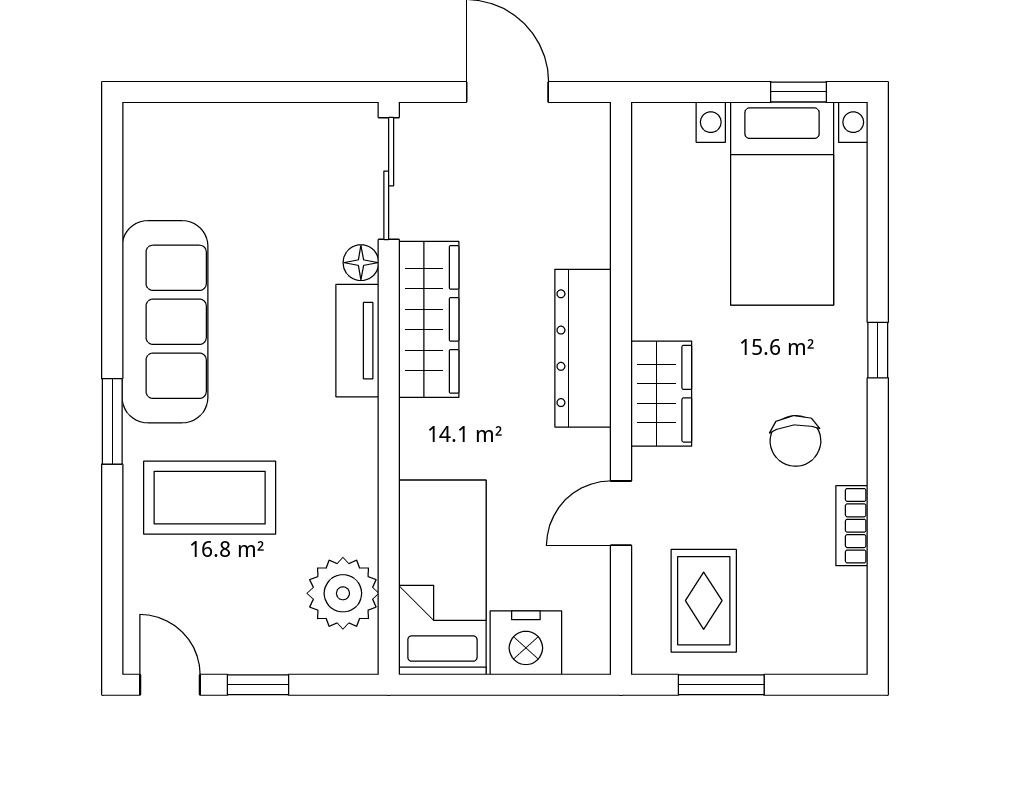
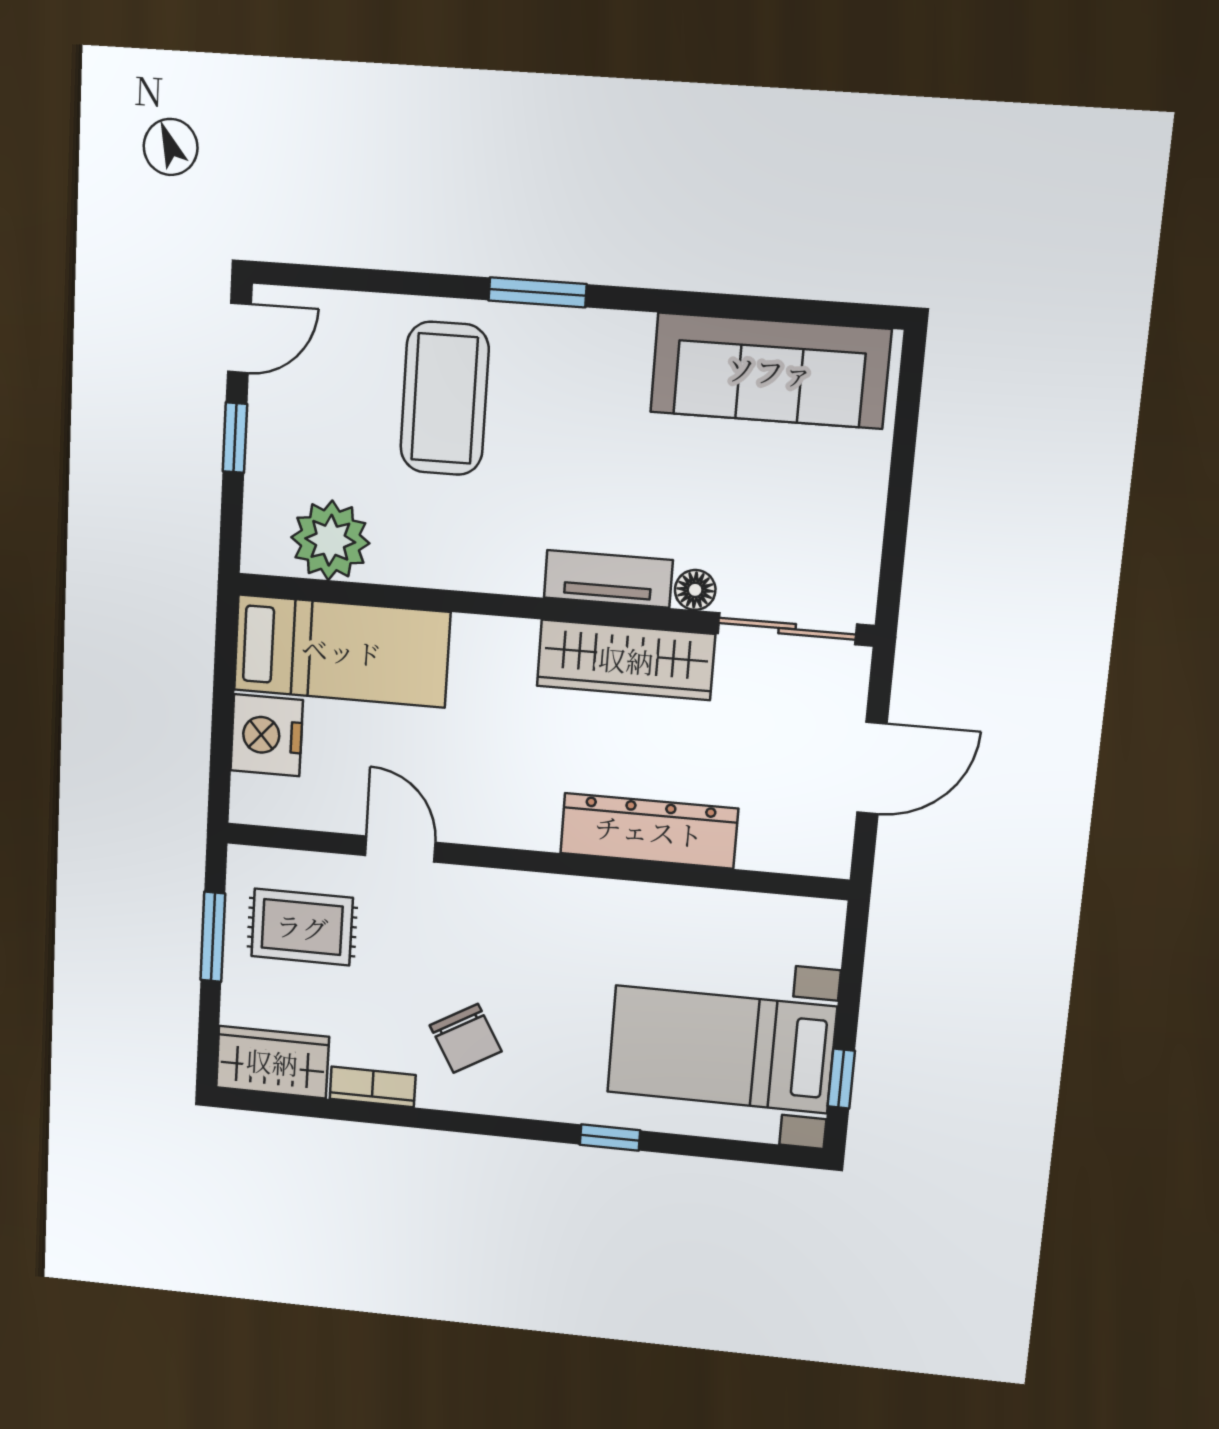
sofa: (165, 322) -> (770, 371), moved
dresser: (583, 348) -> (649, 831), moved
window: (878, 350) -> (610, 1138), moved
wardrobe: (661, 394) -> (272, 1062), moved, turned 180
chair: (795, 441) -> (466, 1038), turned -115

